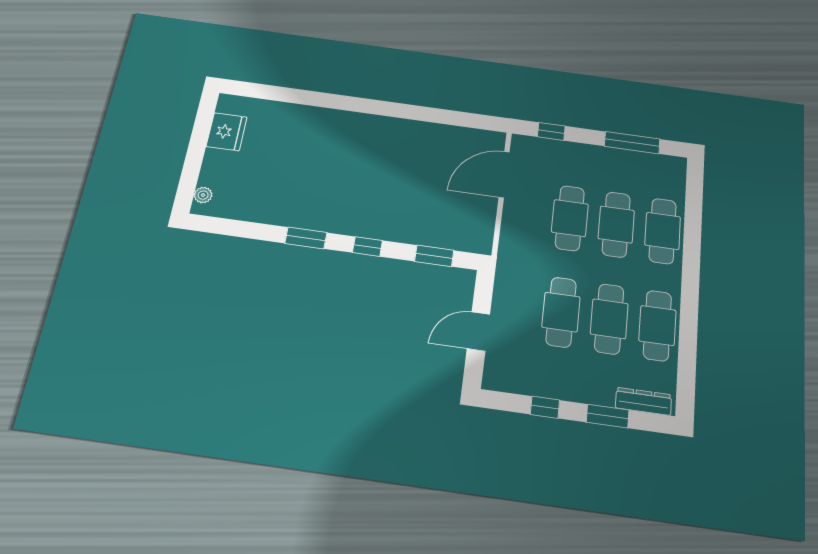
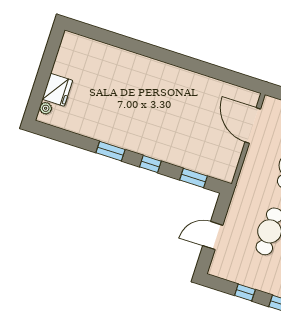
fridge: (227, 132) -> (57, 90), moved
door: (504, 175) -> (253, 125), hinge flipped

